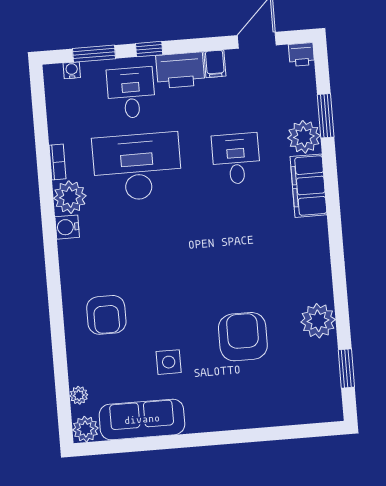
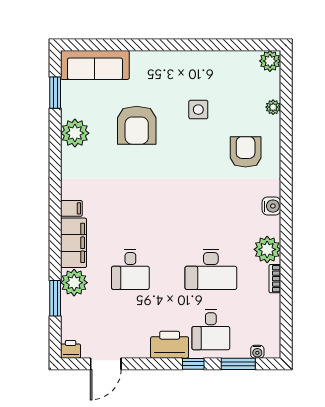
filing cabinet: (215, 64) -> (71, 208), moved, turned 90
desk: (137, 167) -> (211, 269), width x0.73, depth x0.77
water cooler: (67, 227) -> (271, 206), moved
plant: (79, 395) -> (273, 107), moved
sofa: (142, 419) -> (95, 65), moved

